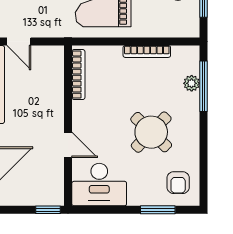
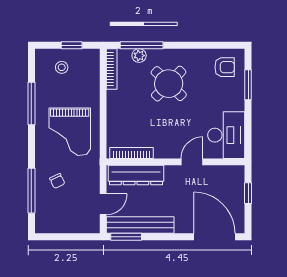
bookcase: (147, 51) -> (112, 69), moved
dresser: (53, 80) -> (136, 175), added
round table: (151, 132) -> (169, 84), moved
window: (48, 210) -> (248, 193), moved

